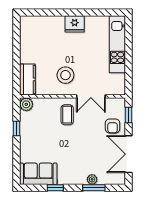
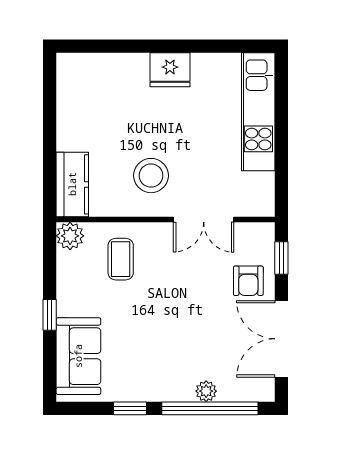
coffee table: (67, 115) -> (121, 259), moved
window: (16, 129) -> (50, 315), moved
sofa: (38, 174) -> (78, 356), moved, turned 90
window: (94, 188) -> (210, 408), width x2.11

